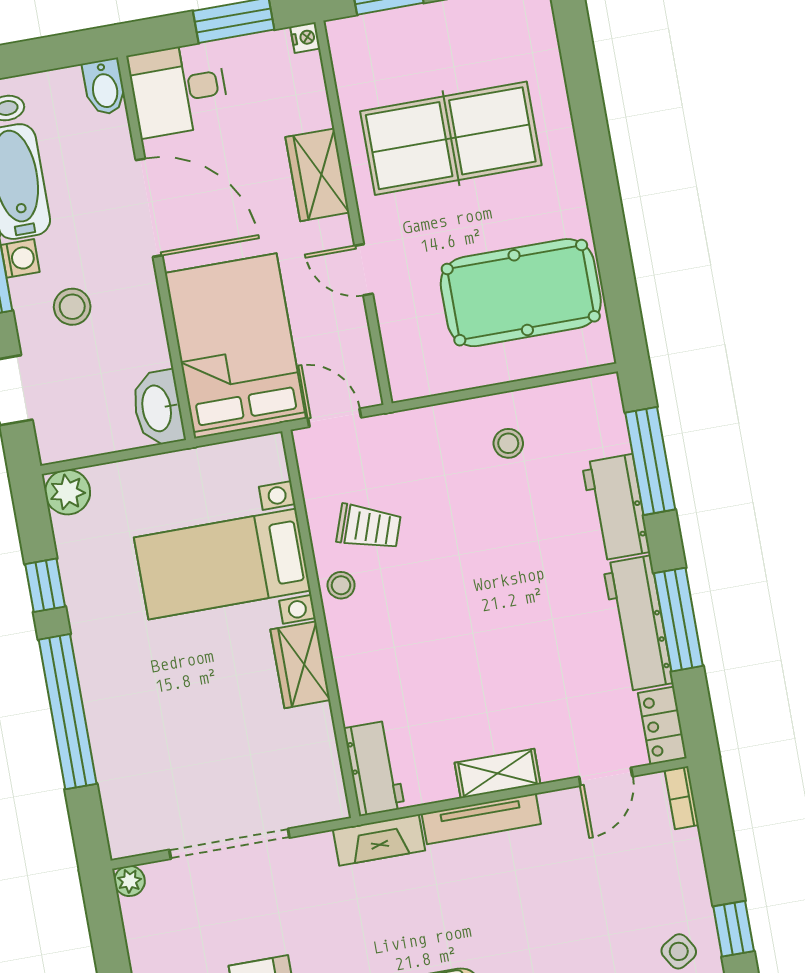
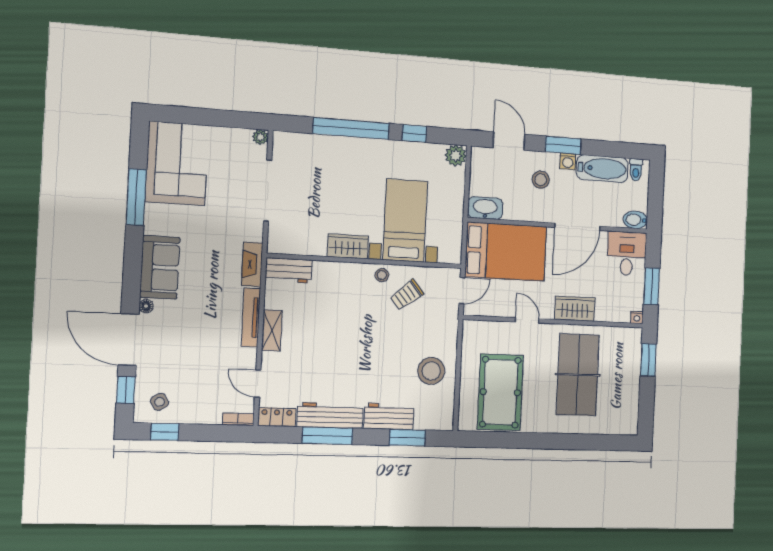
door: (364, 270) -> (527, 320), hinge flipped
stool: (508, 443) -> (431, 371), width x1.89, depth x1.89
window: (650, 461) -> (407, 438), width x0.69
trolley: (369, 527) -> (407, 295), turned 32

